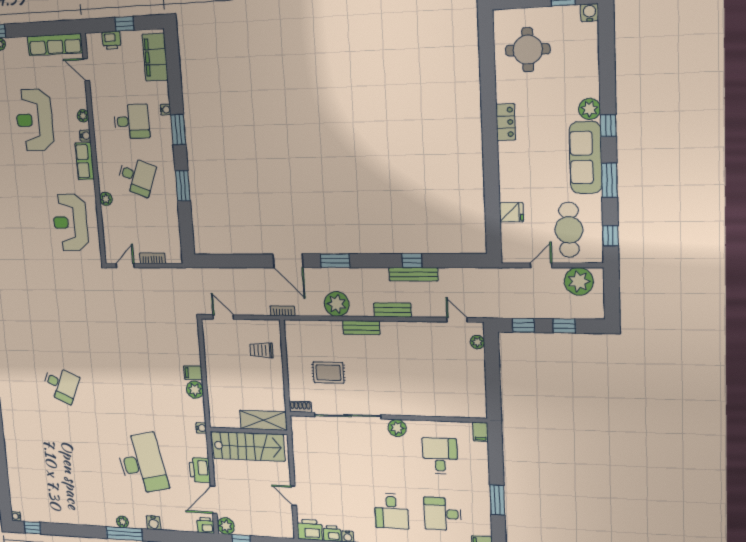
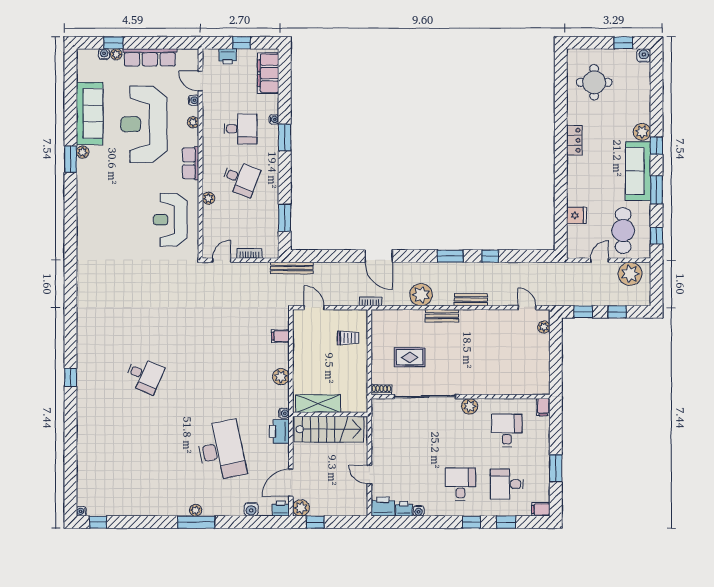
row of seats: (55, 45) -> (150, 57), moved
reception desk: (35, 120) -> (144, 124), width x1.36, depth x1.30
water cooler: (85, 136) -> (194, 100), moved
window: (183, 186) -> (285, 218), moved
window: (335, 261) -> (450, 256), moved
bench: (413, 274) -> (292, 268), moved
trolley: (261, 350) -> (348, 338), turned 180
filing cabinet: (193, 373) -> (280, 336), moved
shelving: (263, 420) -> (318, 404), moved
printer: (200, 470) -> (279, 431), moved
desk: (391, 511) -> (460, 484), turned 180
water cooler: (154, 523) -> (251, 509), moved

